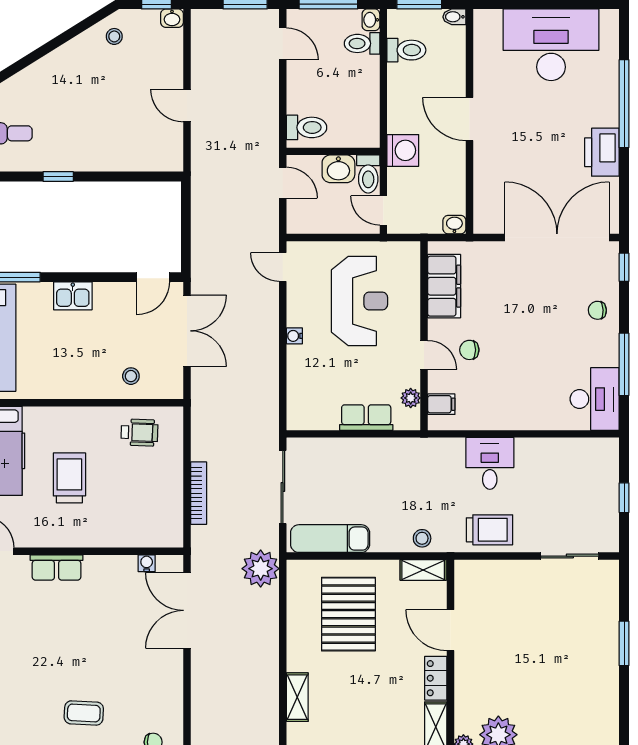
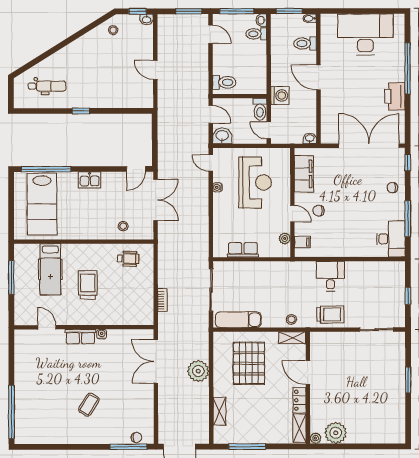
toilet: (406, 50) -> (305, 44), moved, turned 180
washbasin: (338, 169) -> (222, 136), moved, turned 180
water cooler: (294, 336) -> (217, 187), moved
row of seats: (366, 418) -> (243, 250), moved
bookcase: (199, 493) -> (162, 300), width x0.64
water cooler: (147, 563) -> (102, 334), moved
plant: (261, 569) -> (198, 371), moved
coffee table: (84, 713) -> (89, 405), moved, turned -61

